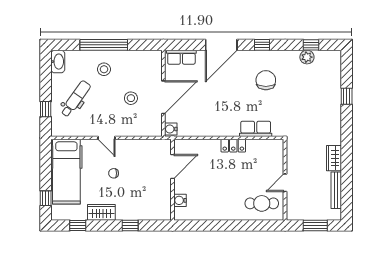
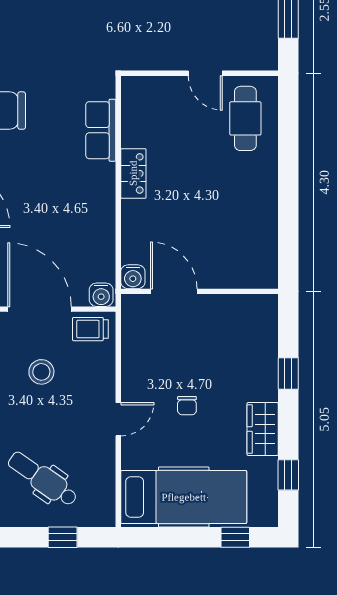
trolley: (153, 123) -> (90, 329), added
water cooler: (180, 200) -> (133, 277), moved

